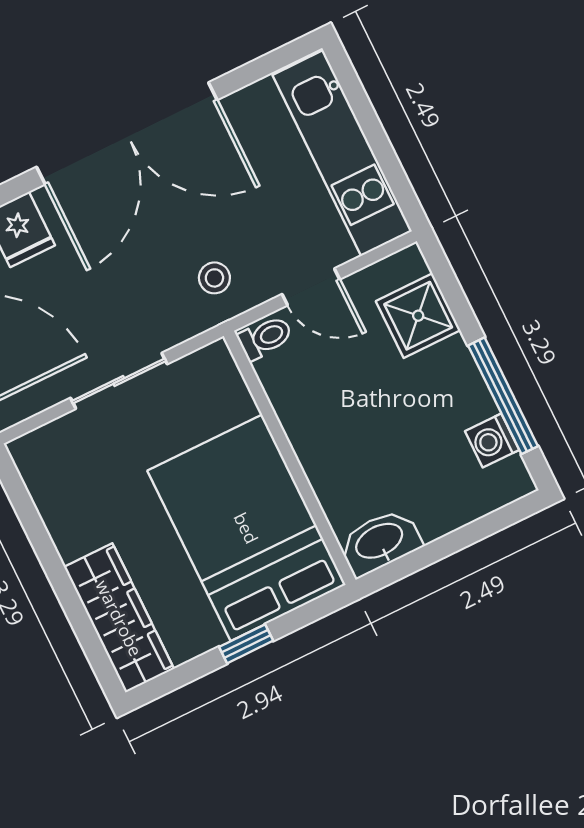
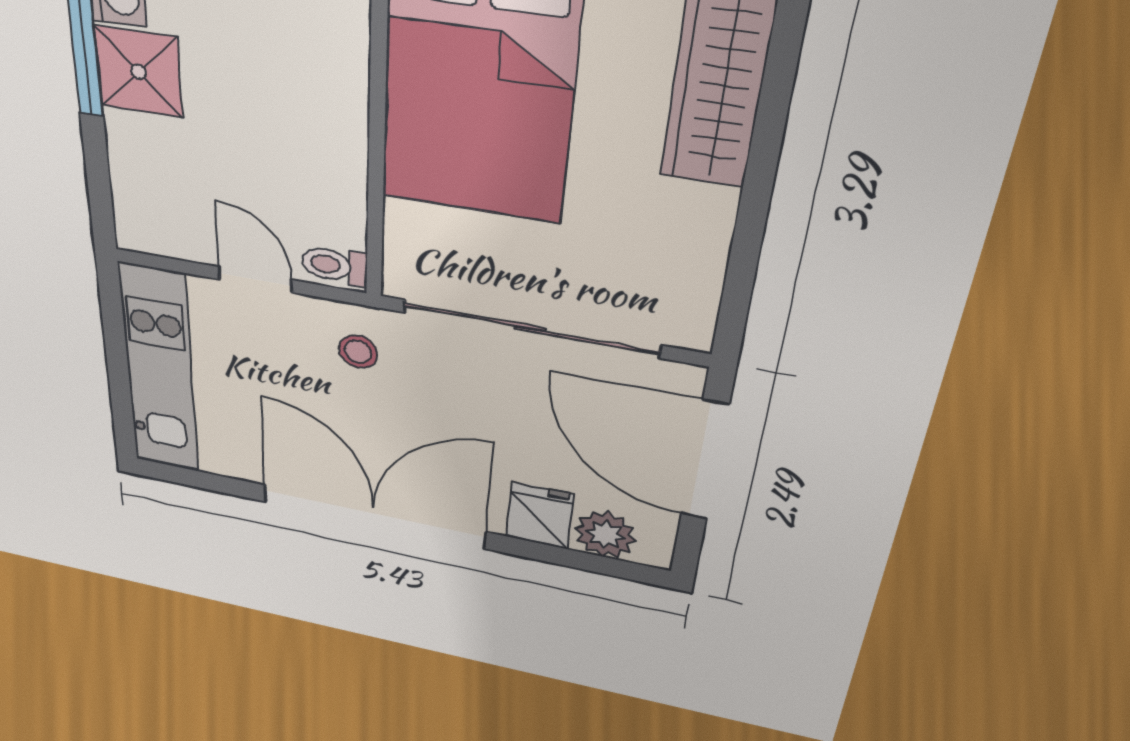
shower: (418, 316) -> (139, 72), moved
sliding door: (119, 381) -> (530, 328), width x1.86

